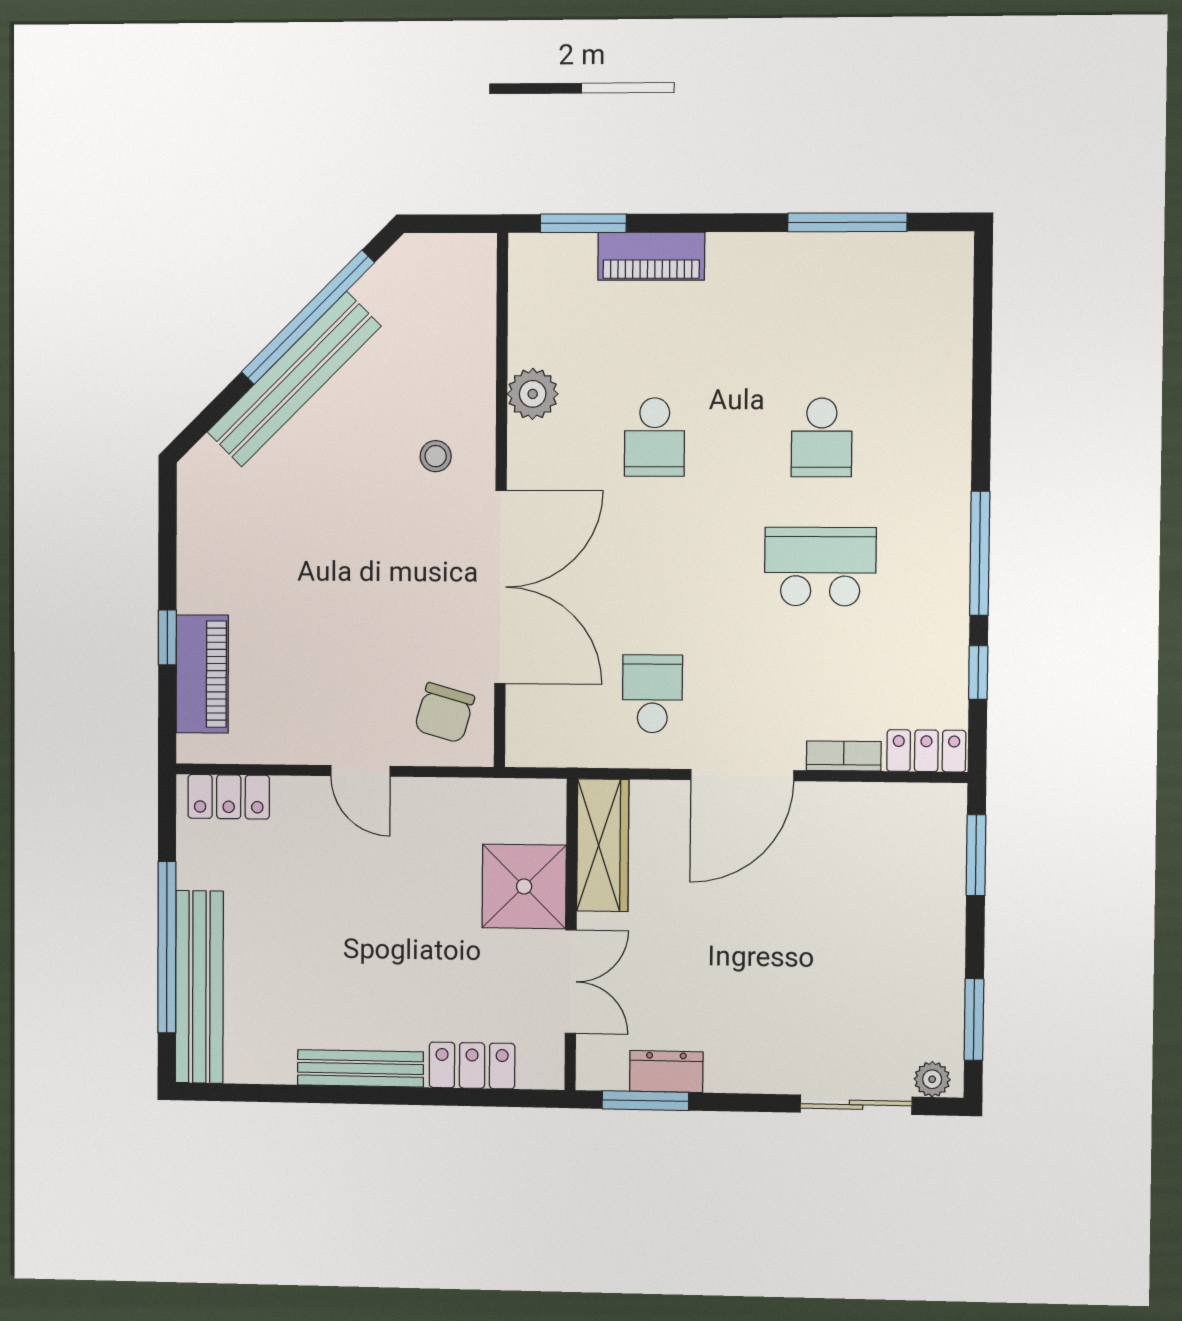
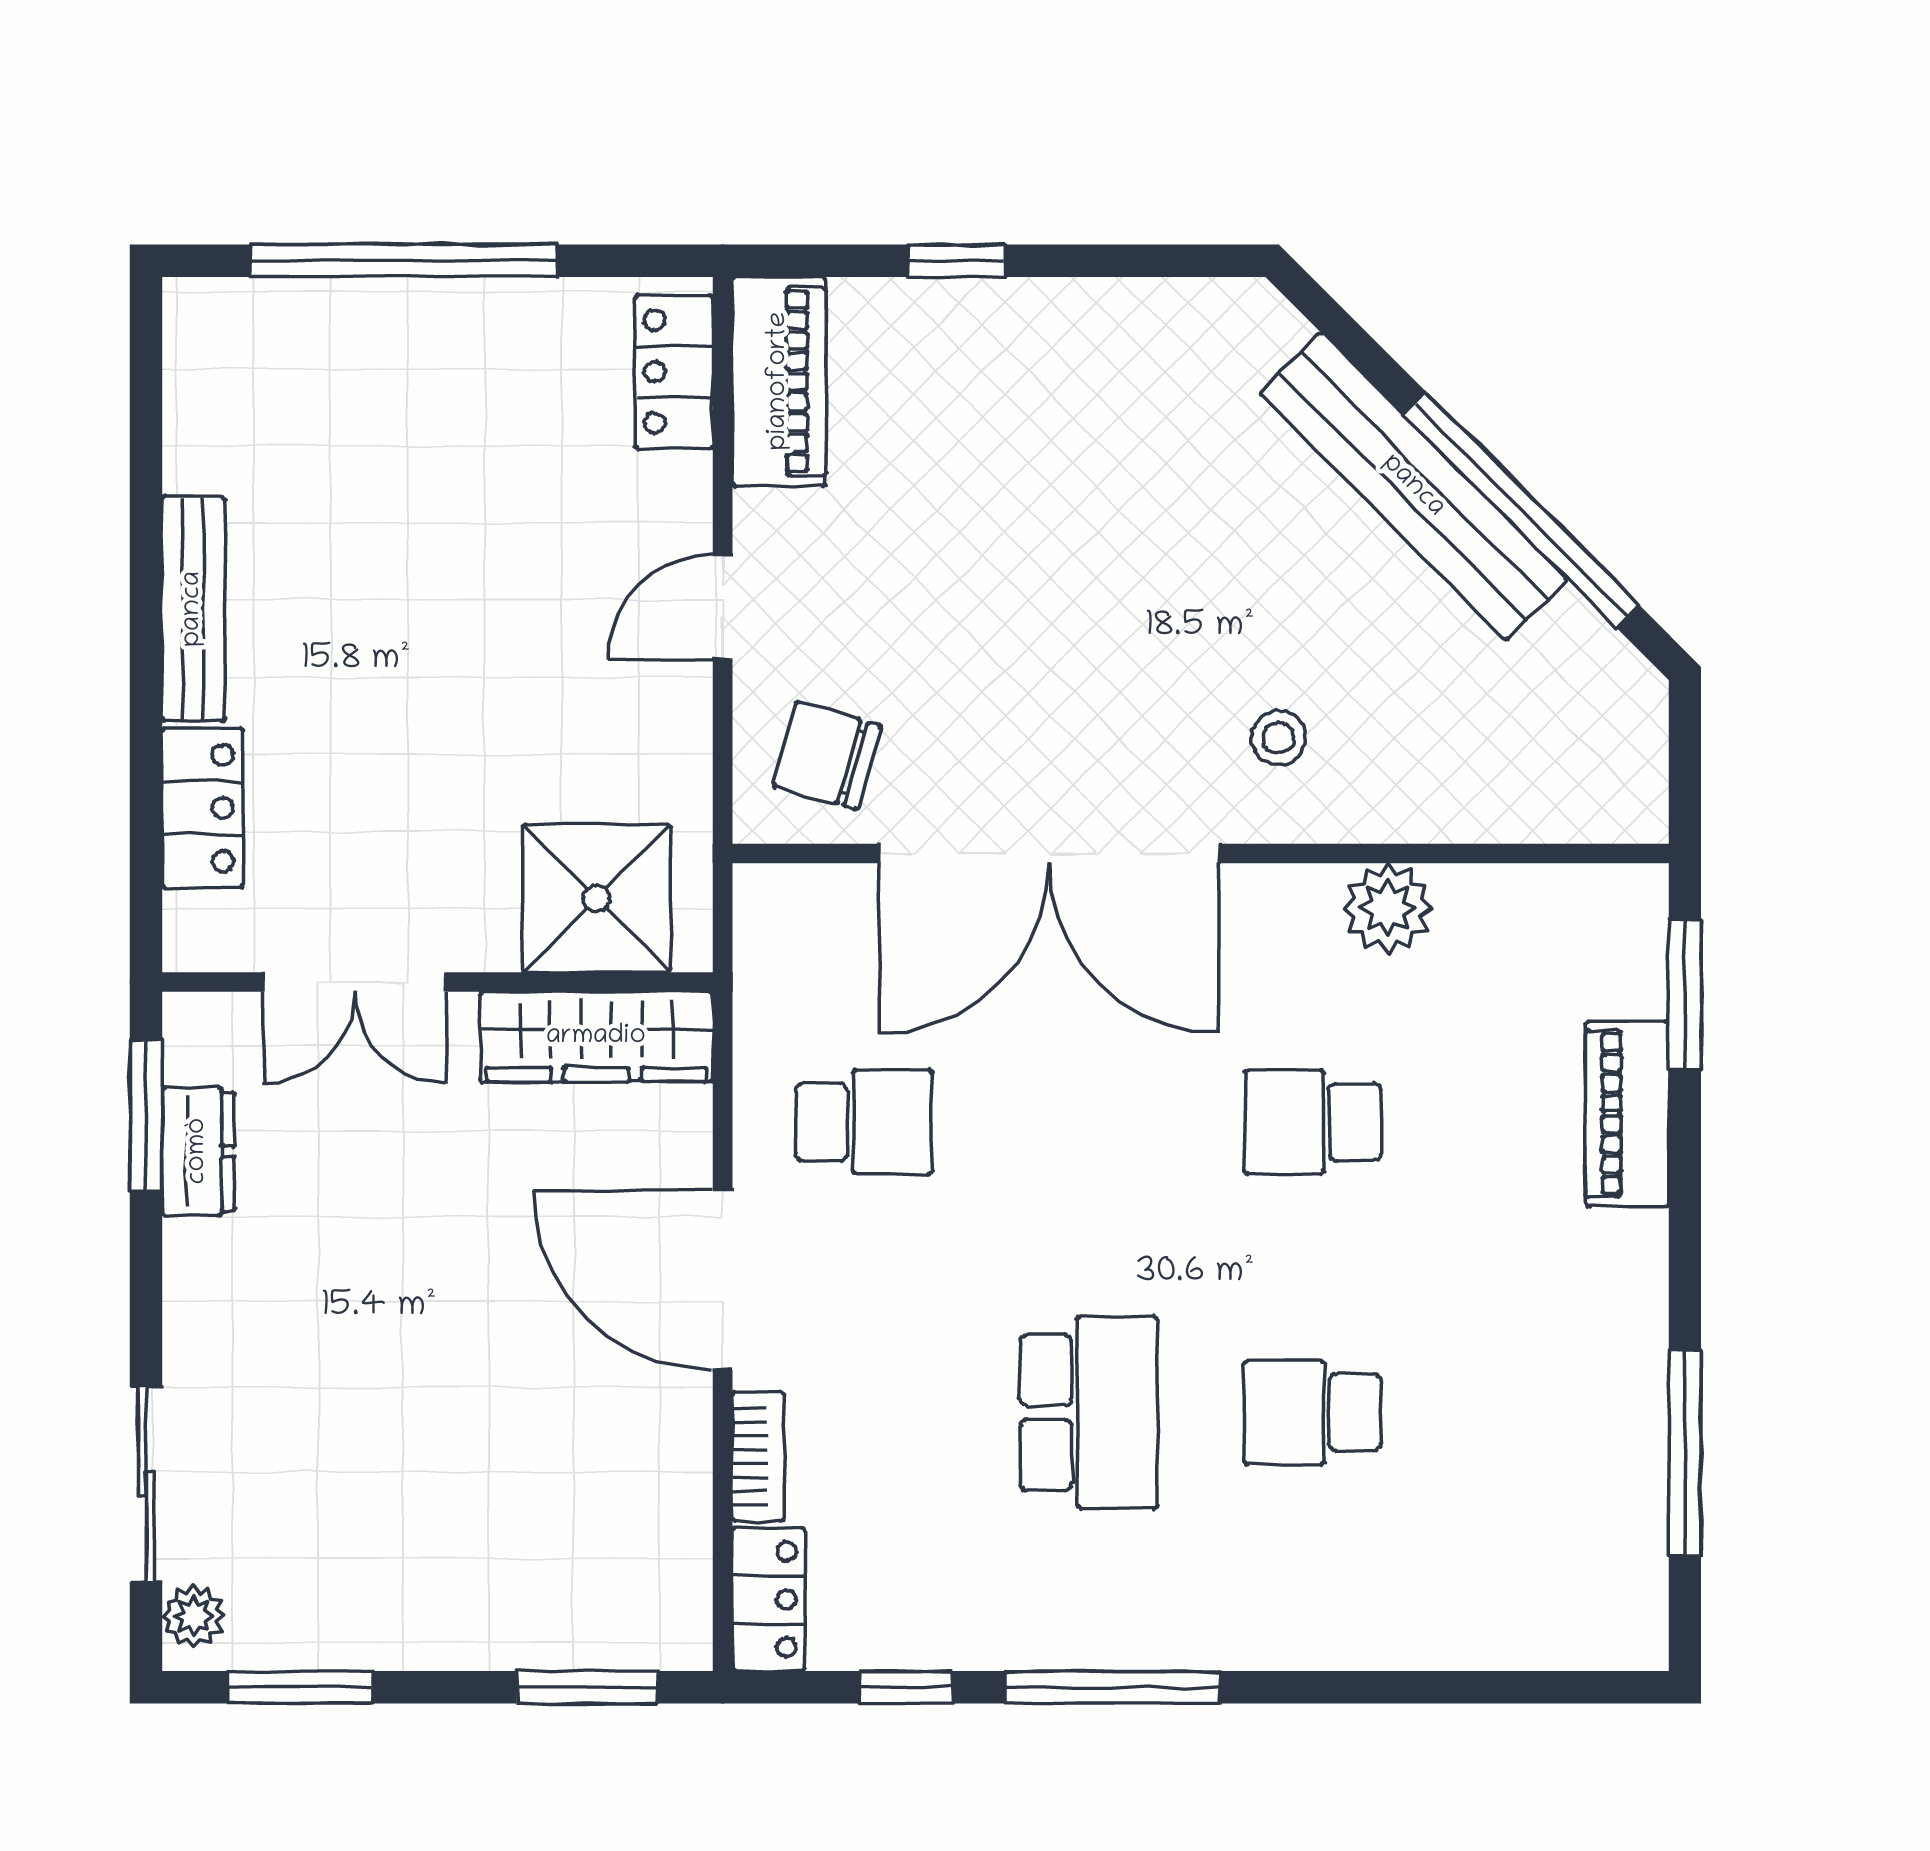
piano: (202, 674) -> (779, 381), moved, turned -90
shower: (524, 886) -> (597, 898), moved
bench: (199, 987) -> (334, 320), removed

